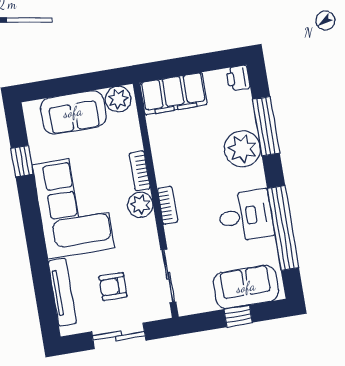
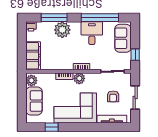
window: (238, 316) -> (135, 55), moved

